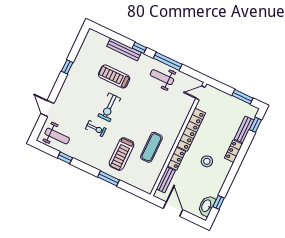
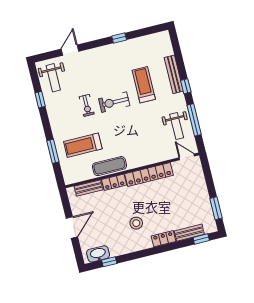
weight bench: (162, 77) -> (177, 126), turned 180
door: (200, 93) -> (187, 157), moved
locker: (191, 130) -> (149, 174), moved
wall: (178, 139) -> (132, 170), moved
locker: (176, 159) -> (114, 182), moved
bench: (166, 180) -> (89, 188), moved

